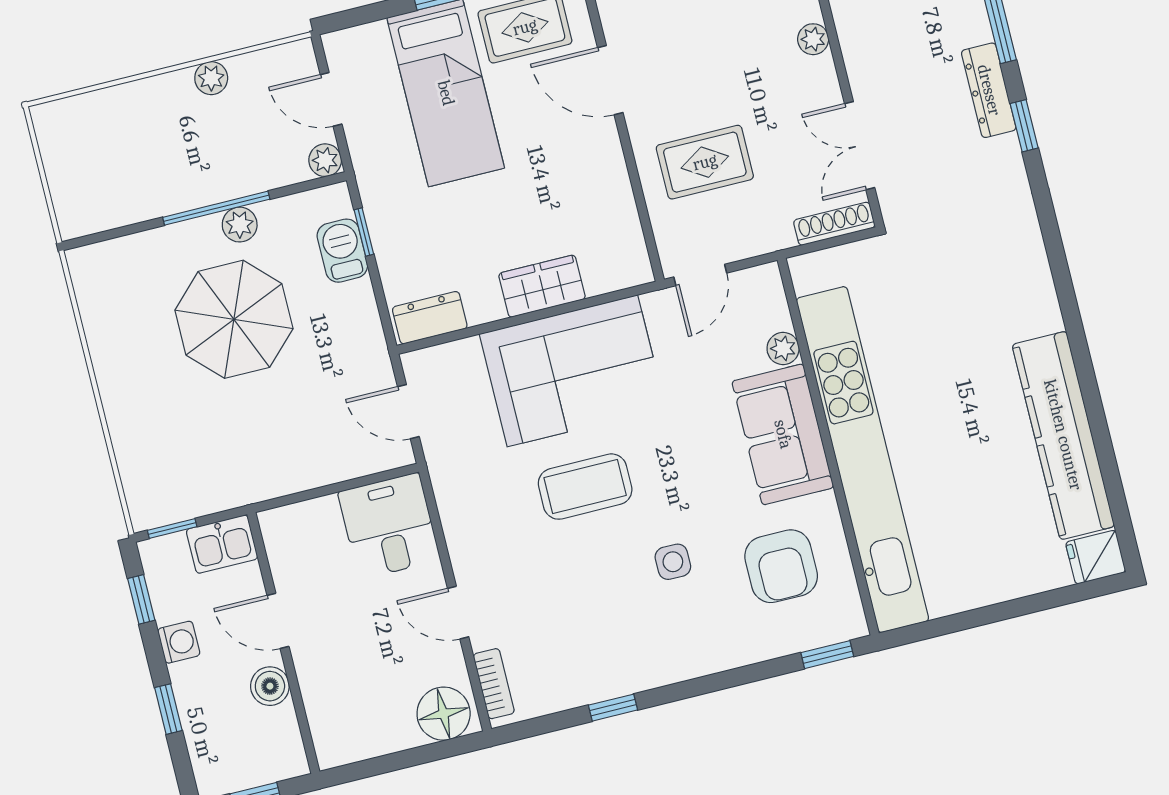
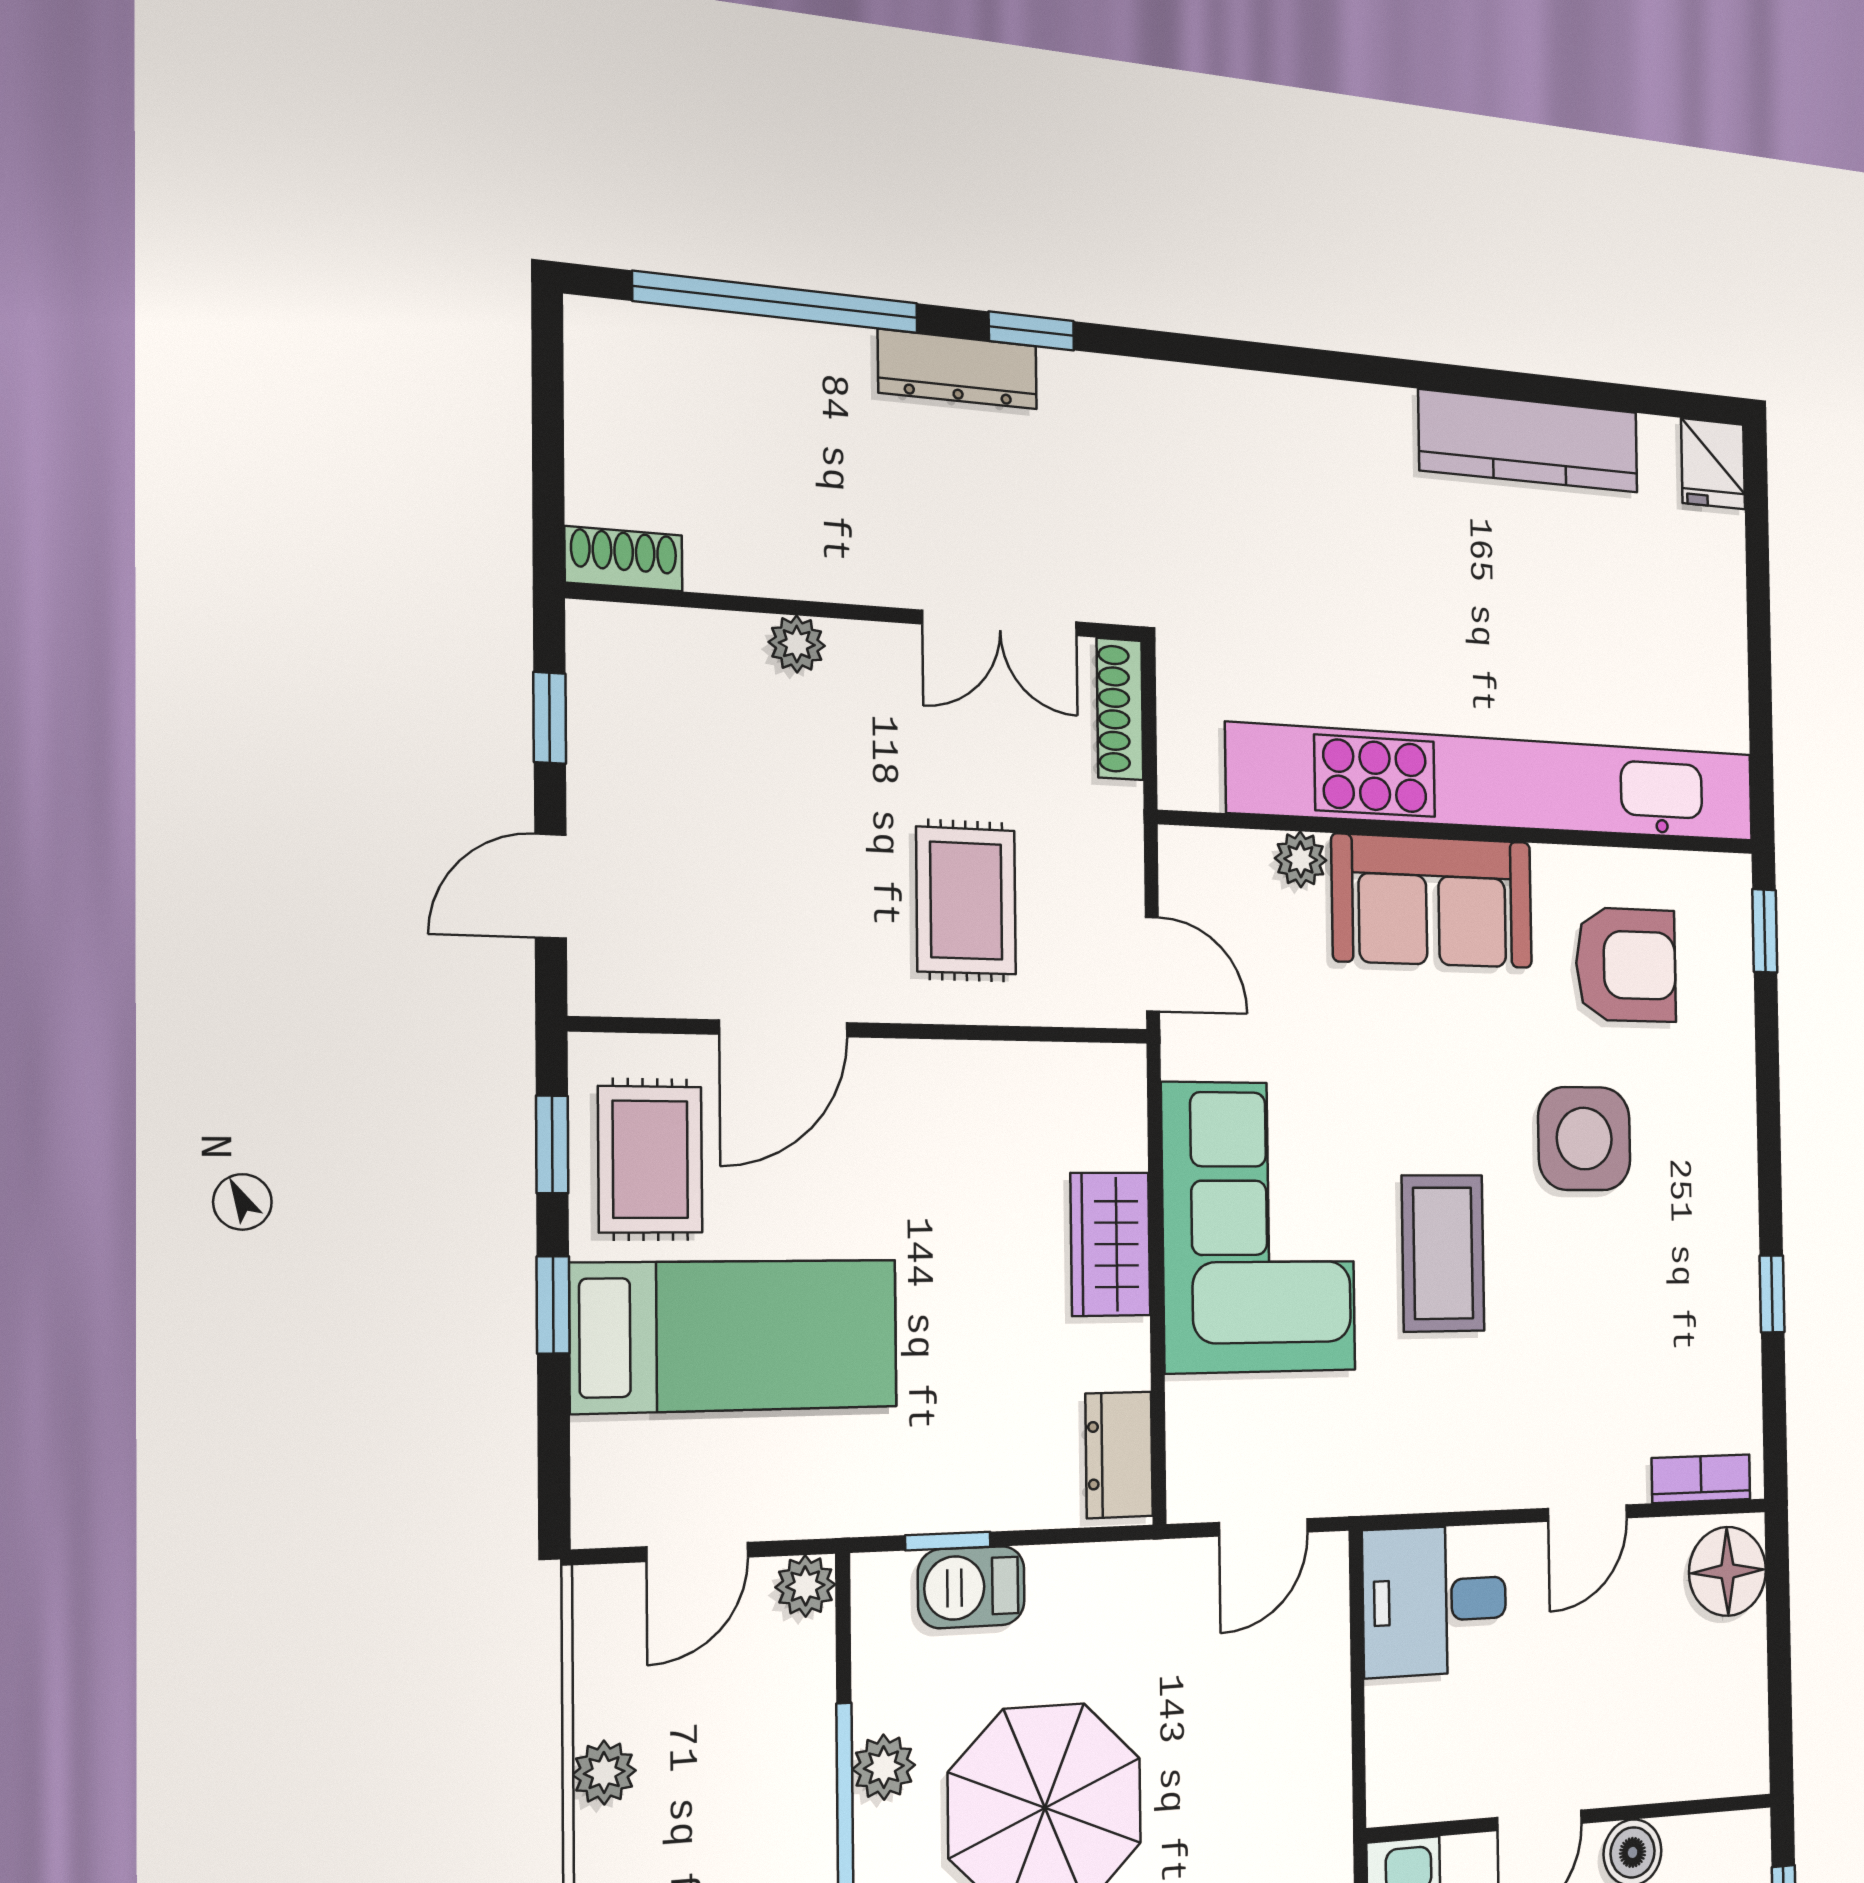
kitchen counter: (1063, 435) -> (1529, 441), width x0.72, depth x0.86
side table: (673, 562) -> (1584, 1139), width x1.87, depth x1.87

